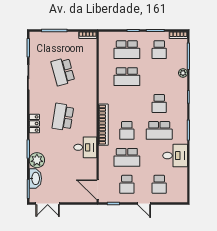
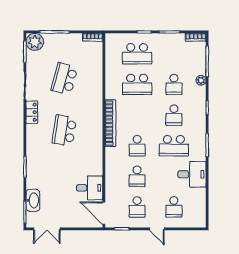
school desk: (159, 50) -> (174, 84), moved
school desk: (63, 72) -> (64, 79), turned 30
locker: (34, 124) -> (32, 112), moved
bookcase: (103, 125) -> (110, 123), moved
desk: (85, 147) -> (90, 188), moved
school desk: (127, 157) -> (137, 176), width x0.54
plant: (37, 160) -> (35, 42), moved

